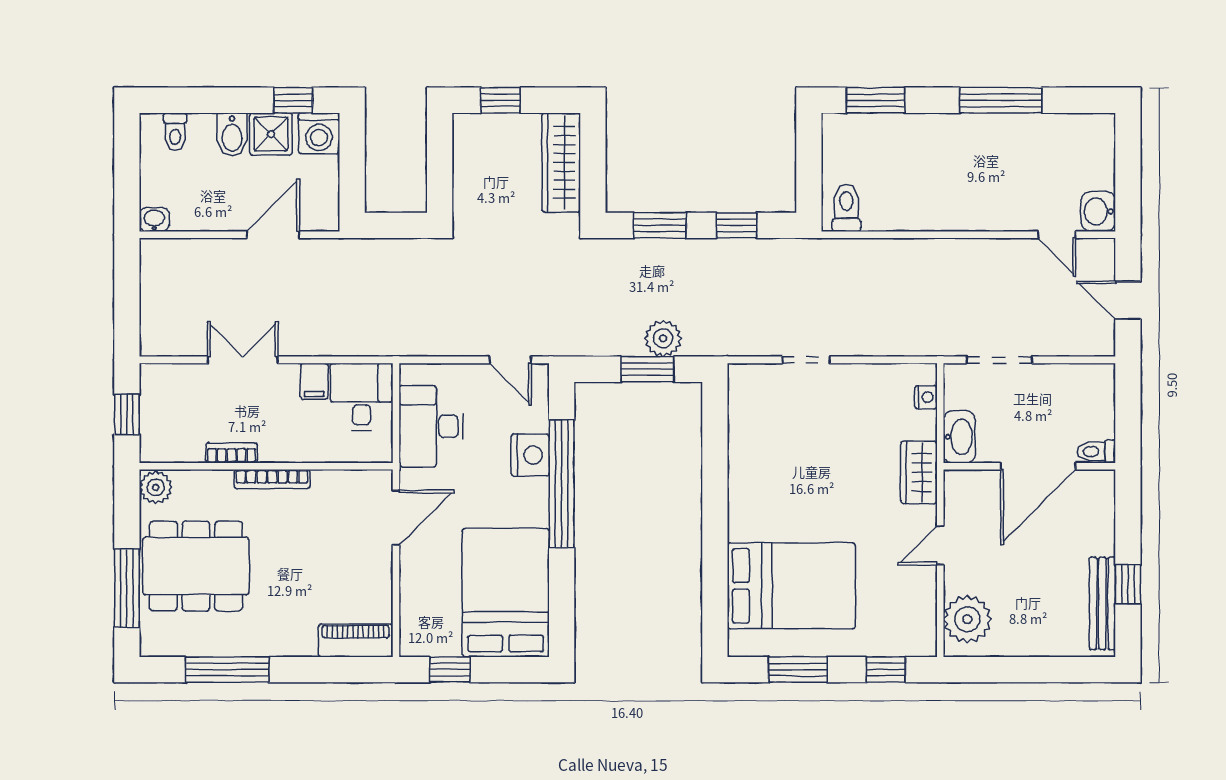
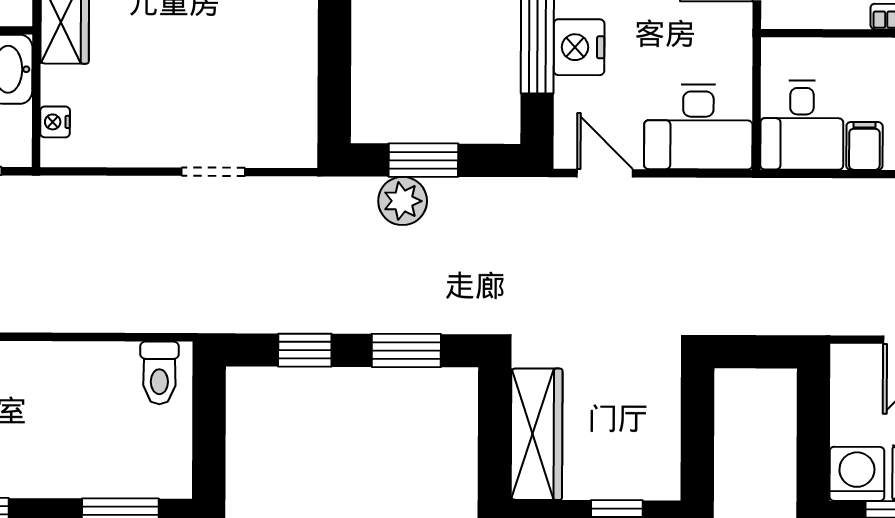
desk: (431, 426) -> (698, 127), moved, turned 90

